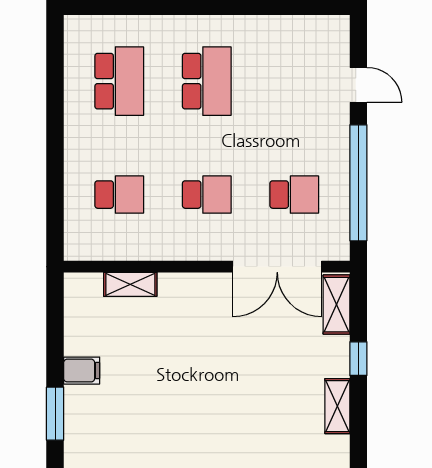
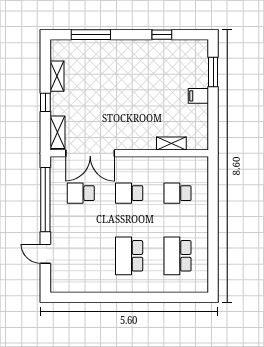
double door: (277, 267) -> (90, 153), swing flipped

